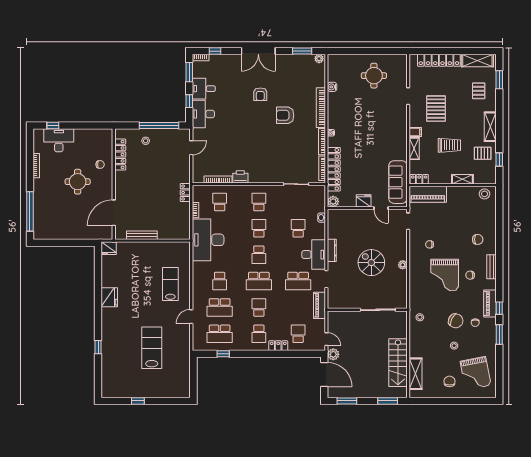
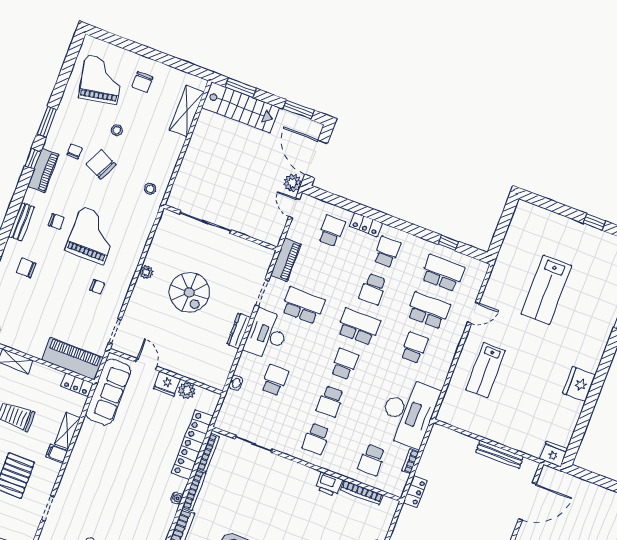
plant: (333, 201) -> (187, 390), moved
school desk: (298, 228) -> (275, 380), turned 180
school desk: (298, 334) -> (331, 231), turned 180
stairs: (398, 363) -> (241, 107), moved, turned 90

